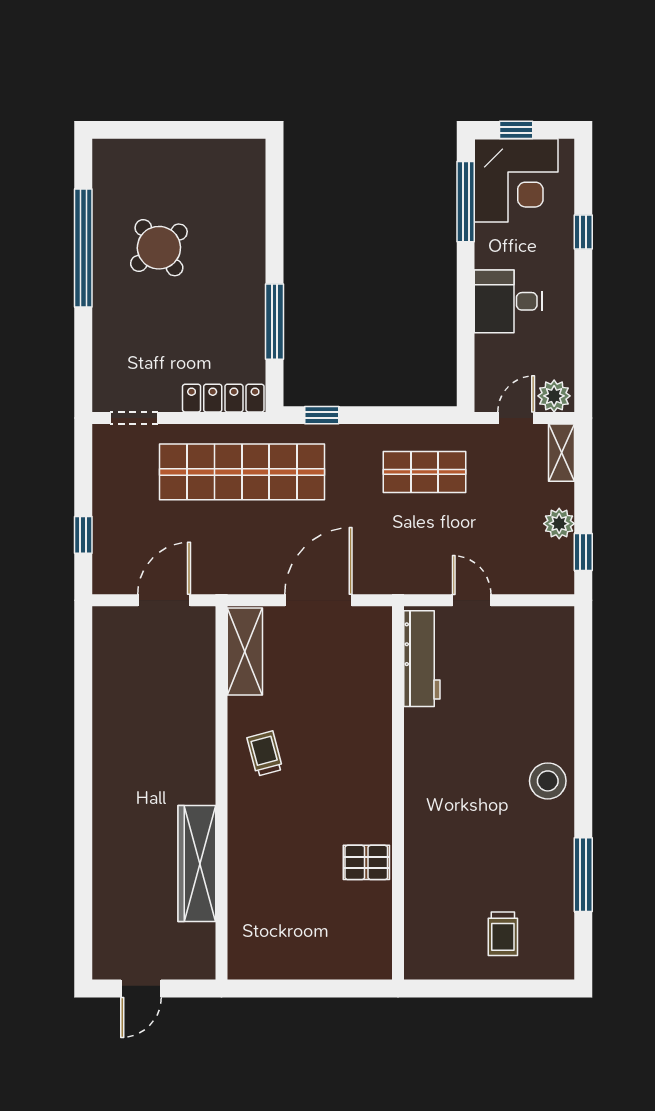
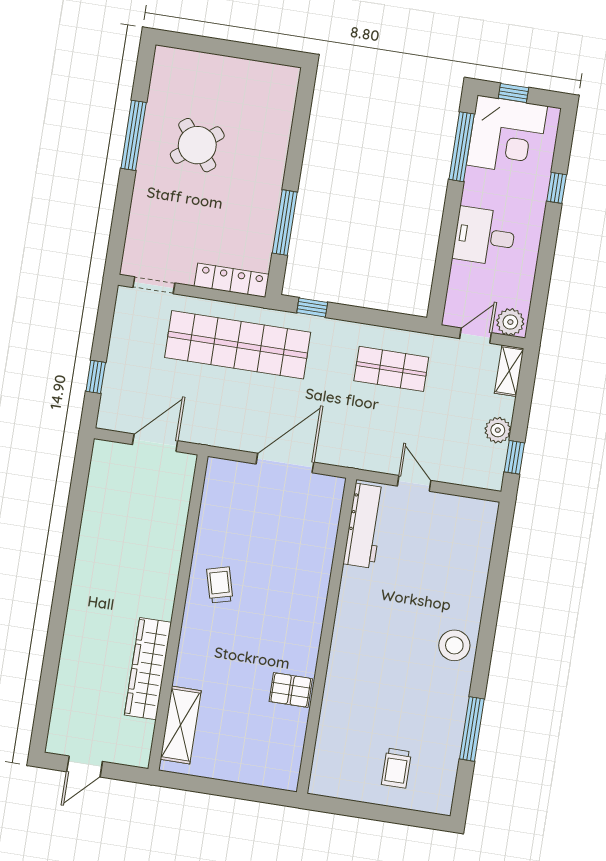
window: (83, 248) -> (134, 135), width x0.68
shelving: (245, 652) -> (181, 725), moved

